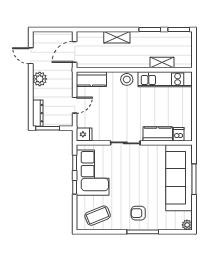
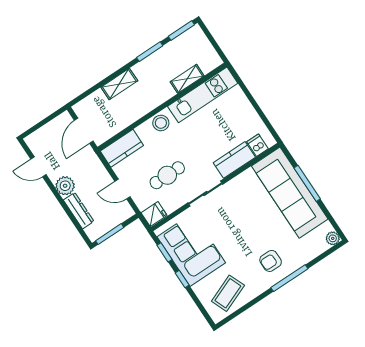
door: (75, 105) -> (122, 189), swing flipped
dresser: (38, 113) -> (79, 211), moved
cafe table: (109, 115) -> (167, 175), added

